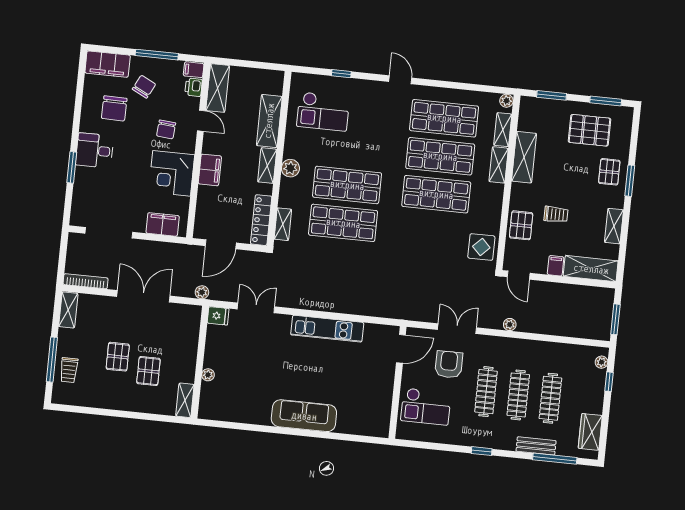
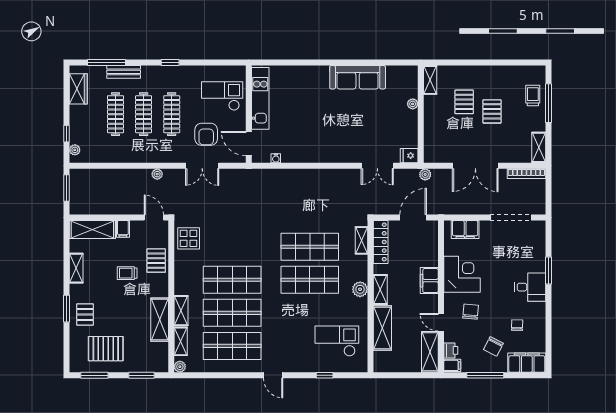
chair: (114, 108) -> (517, 325), width x0.54, depth x0.54
kitchen unit: (327, 329) -> (260, 98), moved, turned 90
water cooler: (372, 329) -> (276, 158), added
door: (401, 349) -> (249, 143), hinge flipped
sofa: (304, 416) -> (358, 77), moved

